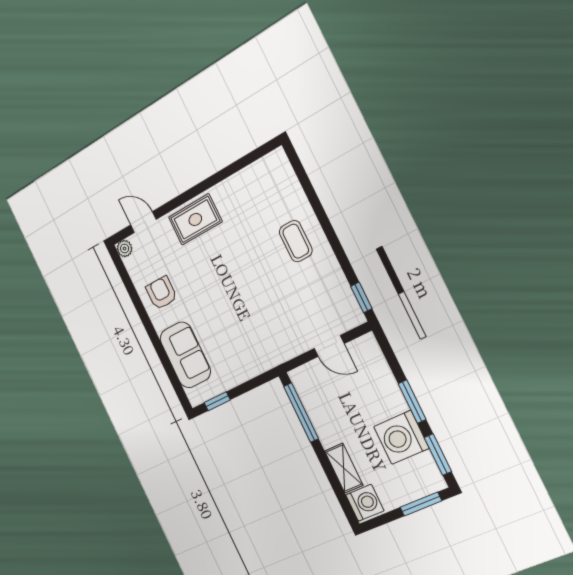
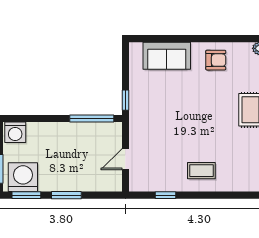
window: (361, 297) -> (165, 195), moved
window: (217, 401) -> (125, 100), moved
washing machine: (401, 437) -> (23, 177), moved
shelving: (344, 468) -> (43, 129), removed

